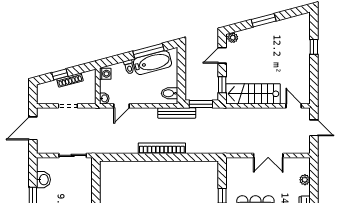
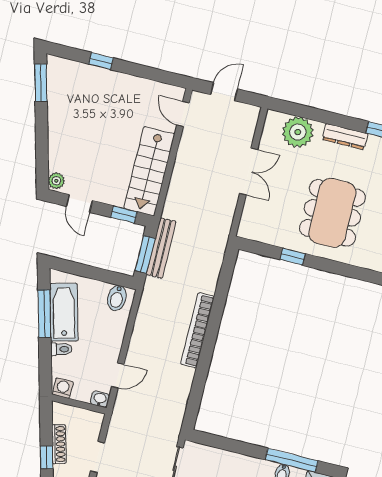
window: (264, 20) -> (41, 83), moved
door: (122, 106) -> (118, 375), hinge flipped
door: (294, 106) -> (183, 114), hinge flipped
bench: (177, 113) -> (161, 248), moved
plant: (305, 180) -> (298, 132), width x1.88, depth x1.88

